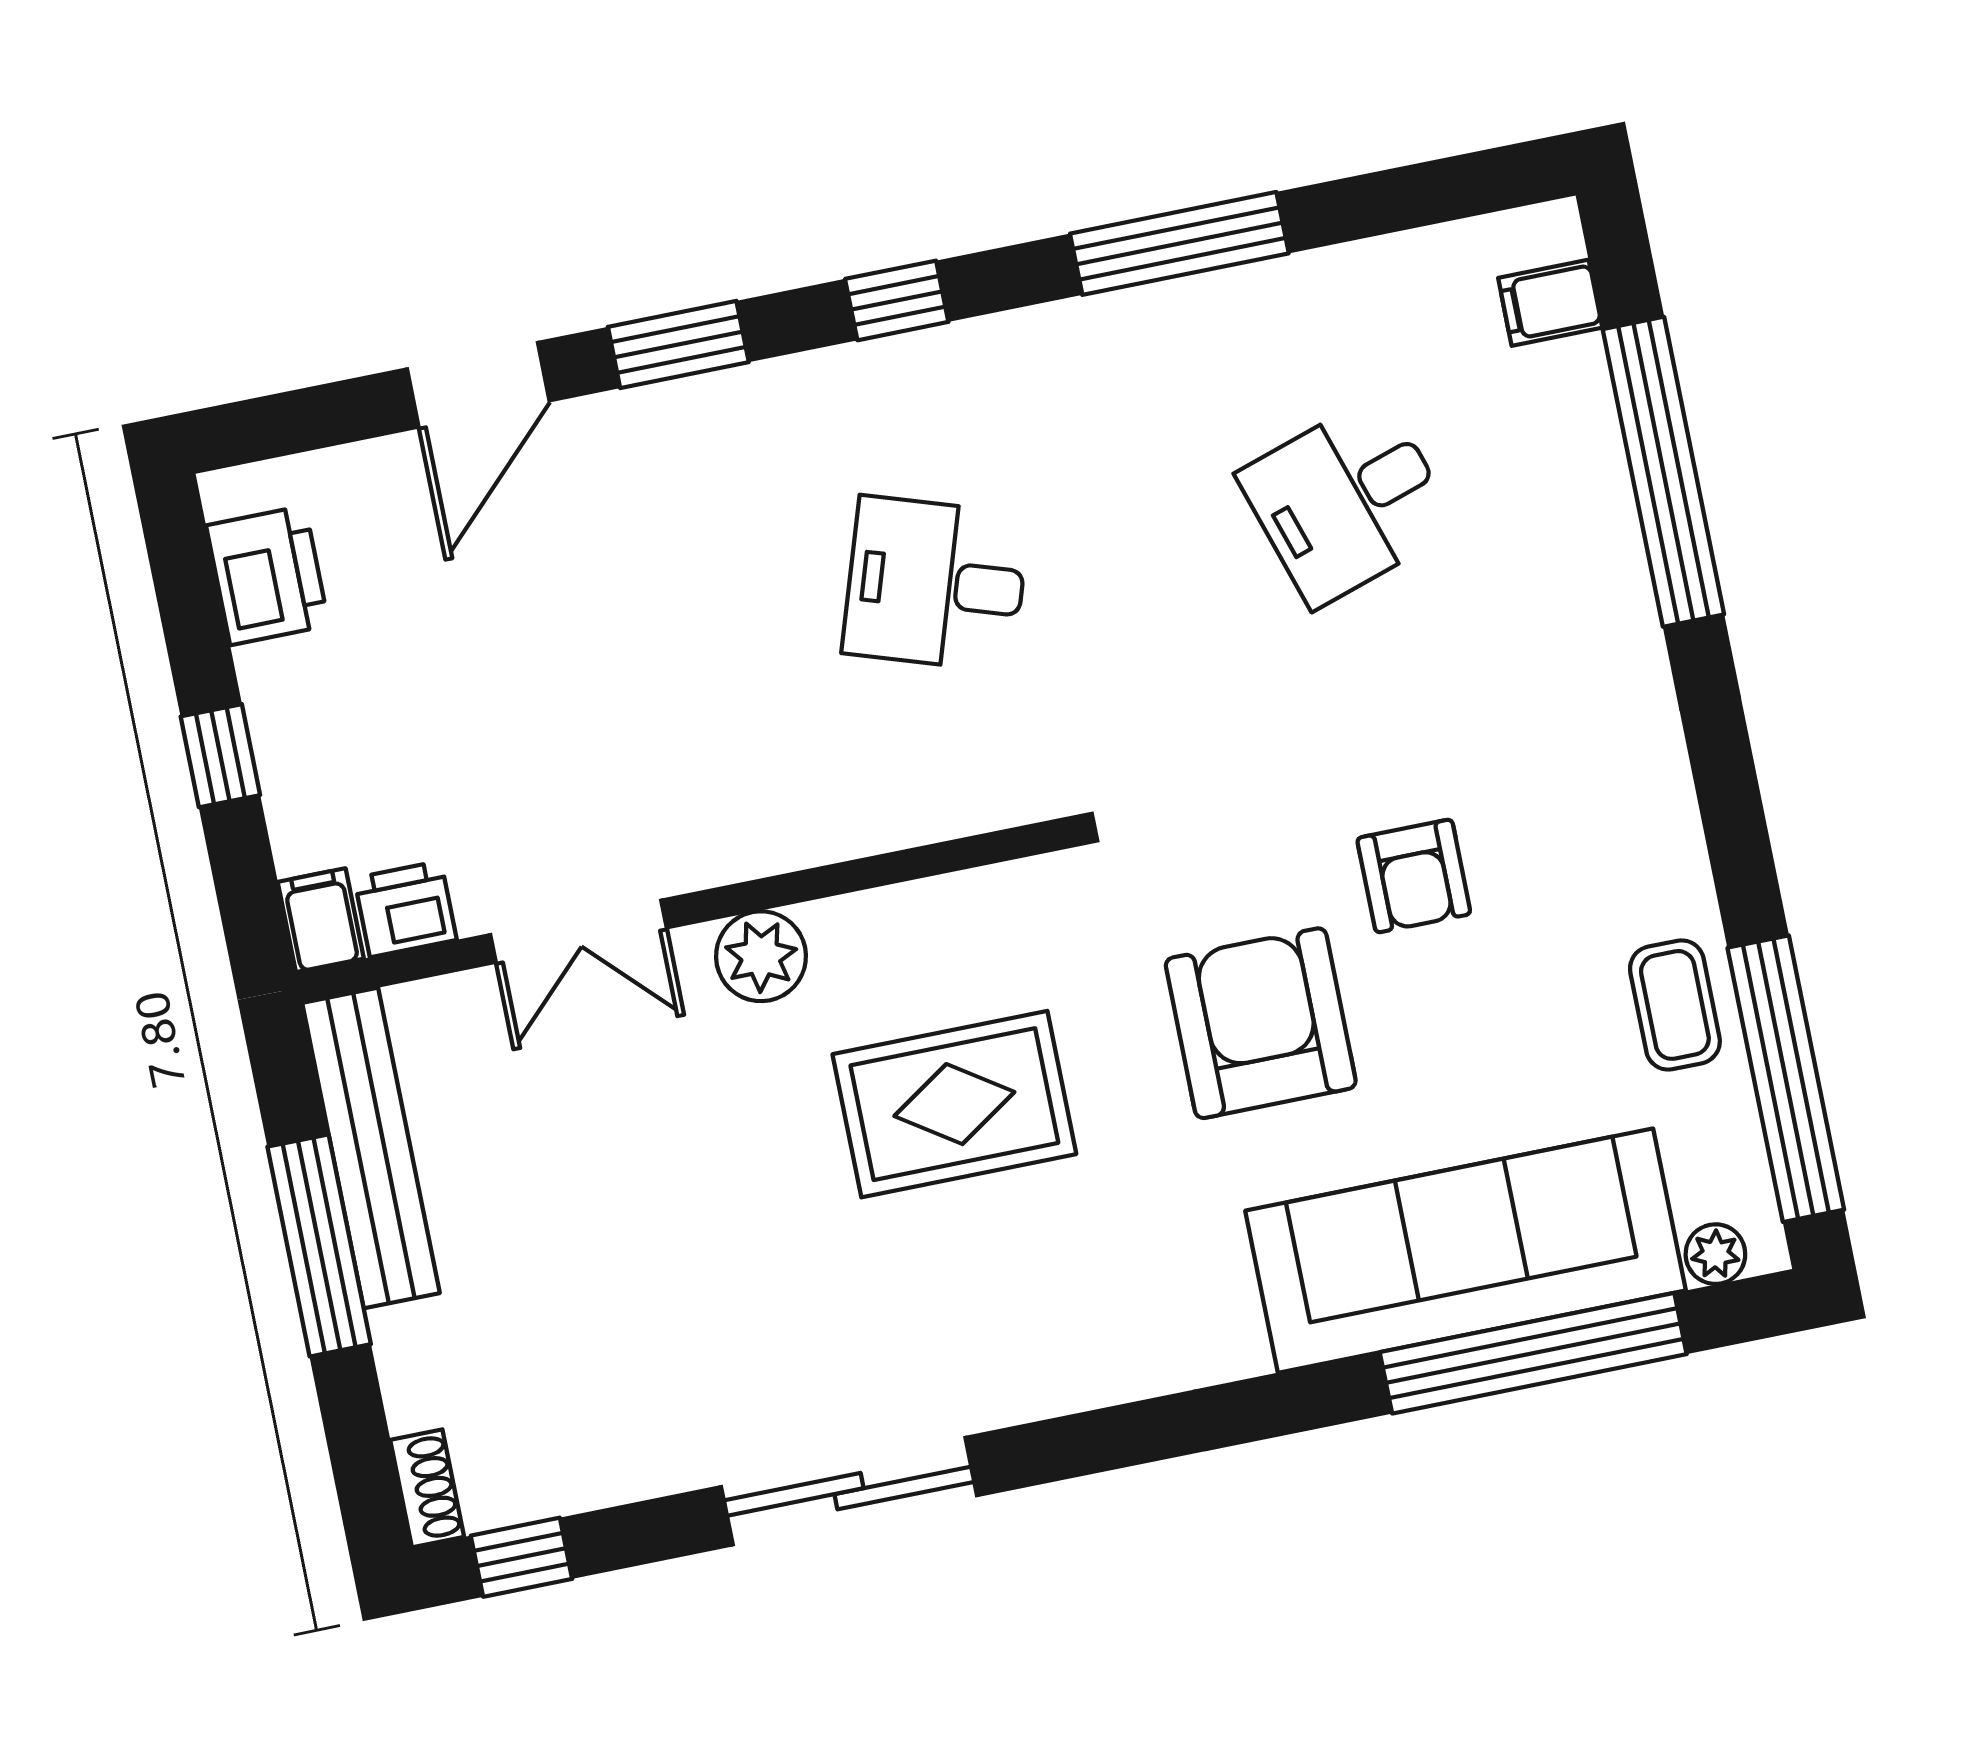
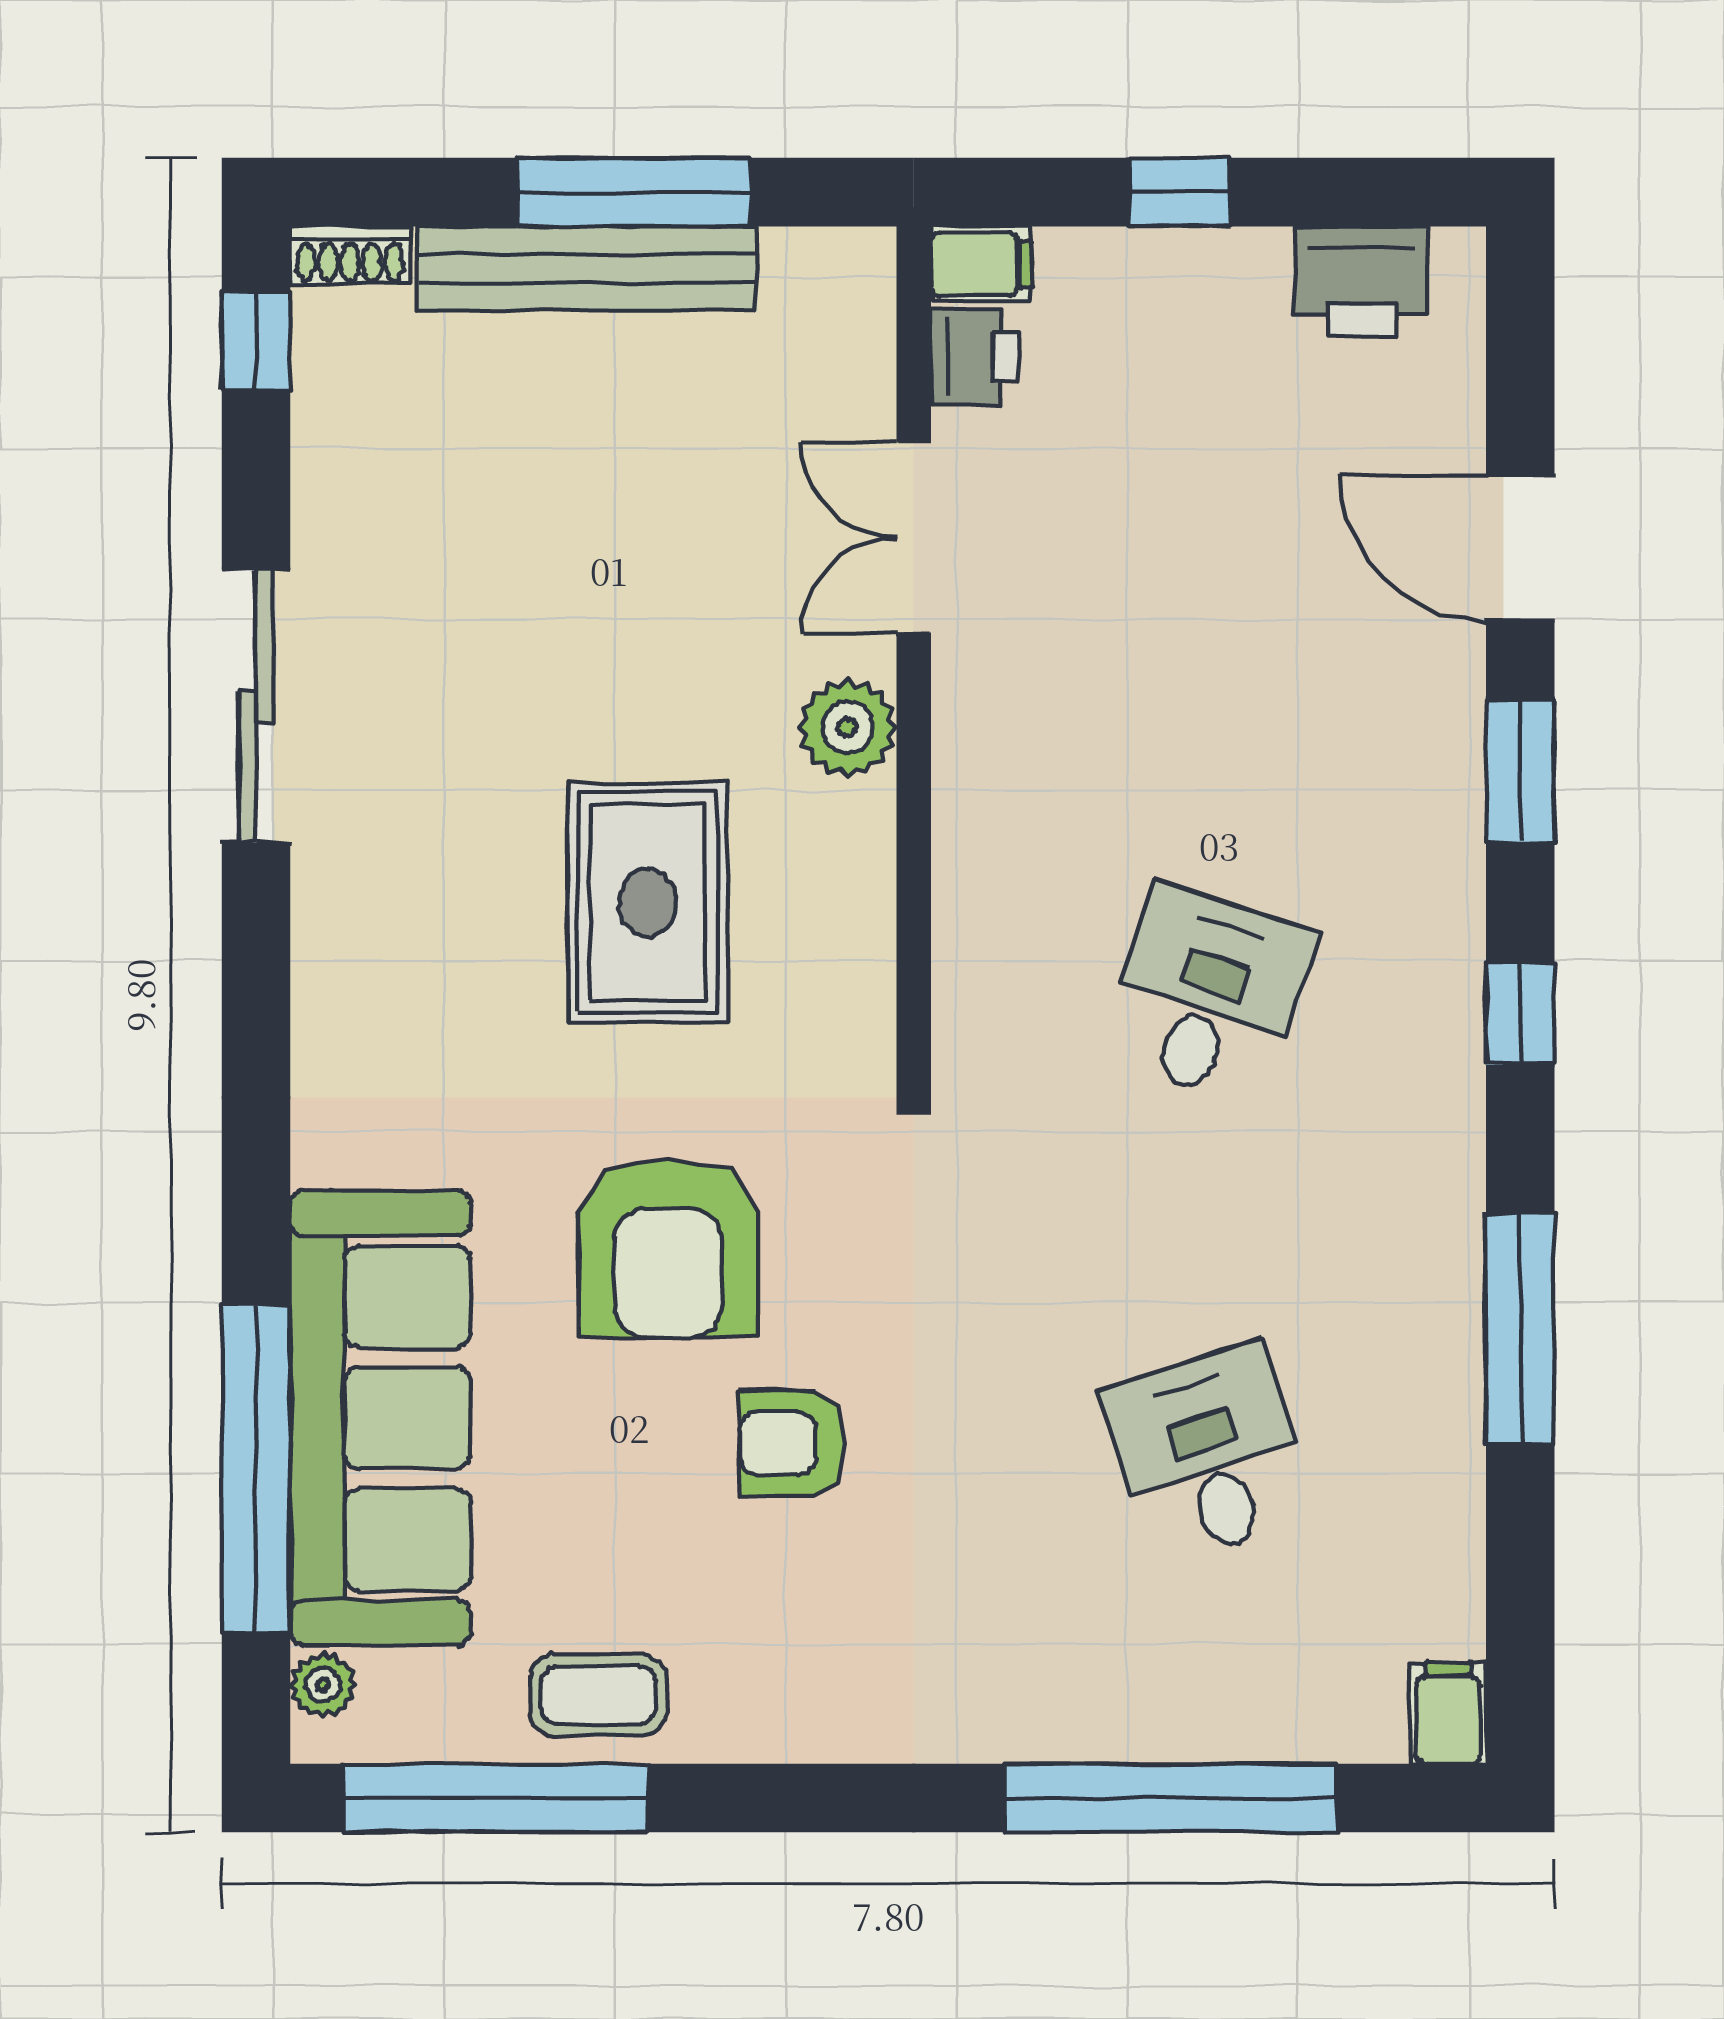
filing cabinet: (1550, 303) -> (1448, 1713), moved
armchair: (1261, 1023) -> (668, 1248), turned 90
bench: (371, 1148) -> (587, 269), moved

